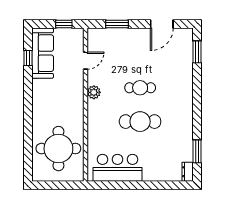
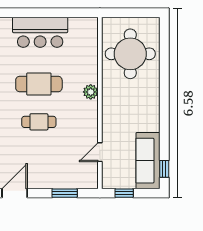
window: (28, 58) -> (164, 169), moved
plant: (94, 92) -> (91, 92), moved
bar counter: (118, 168) -> (40, 32), moved

